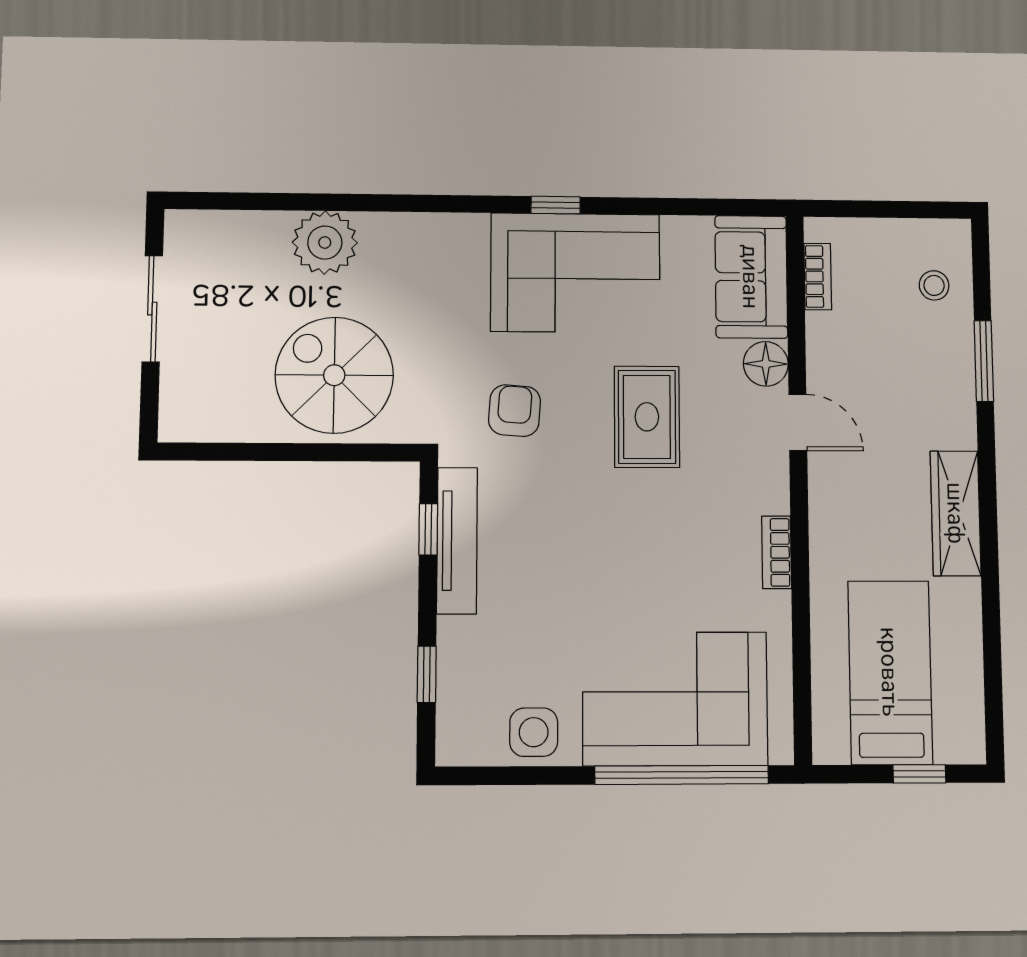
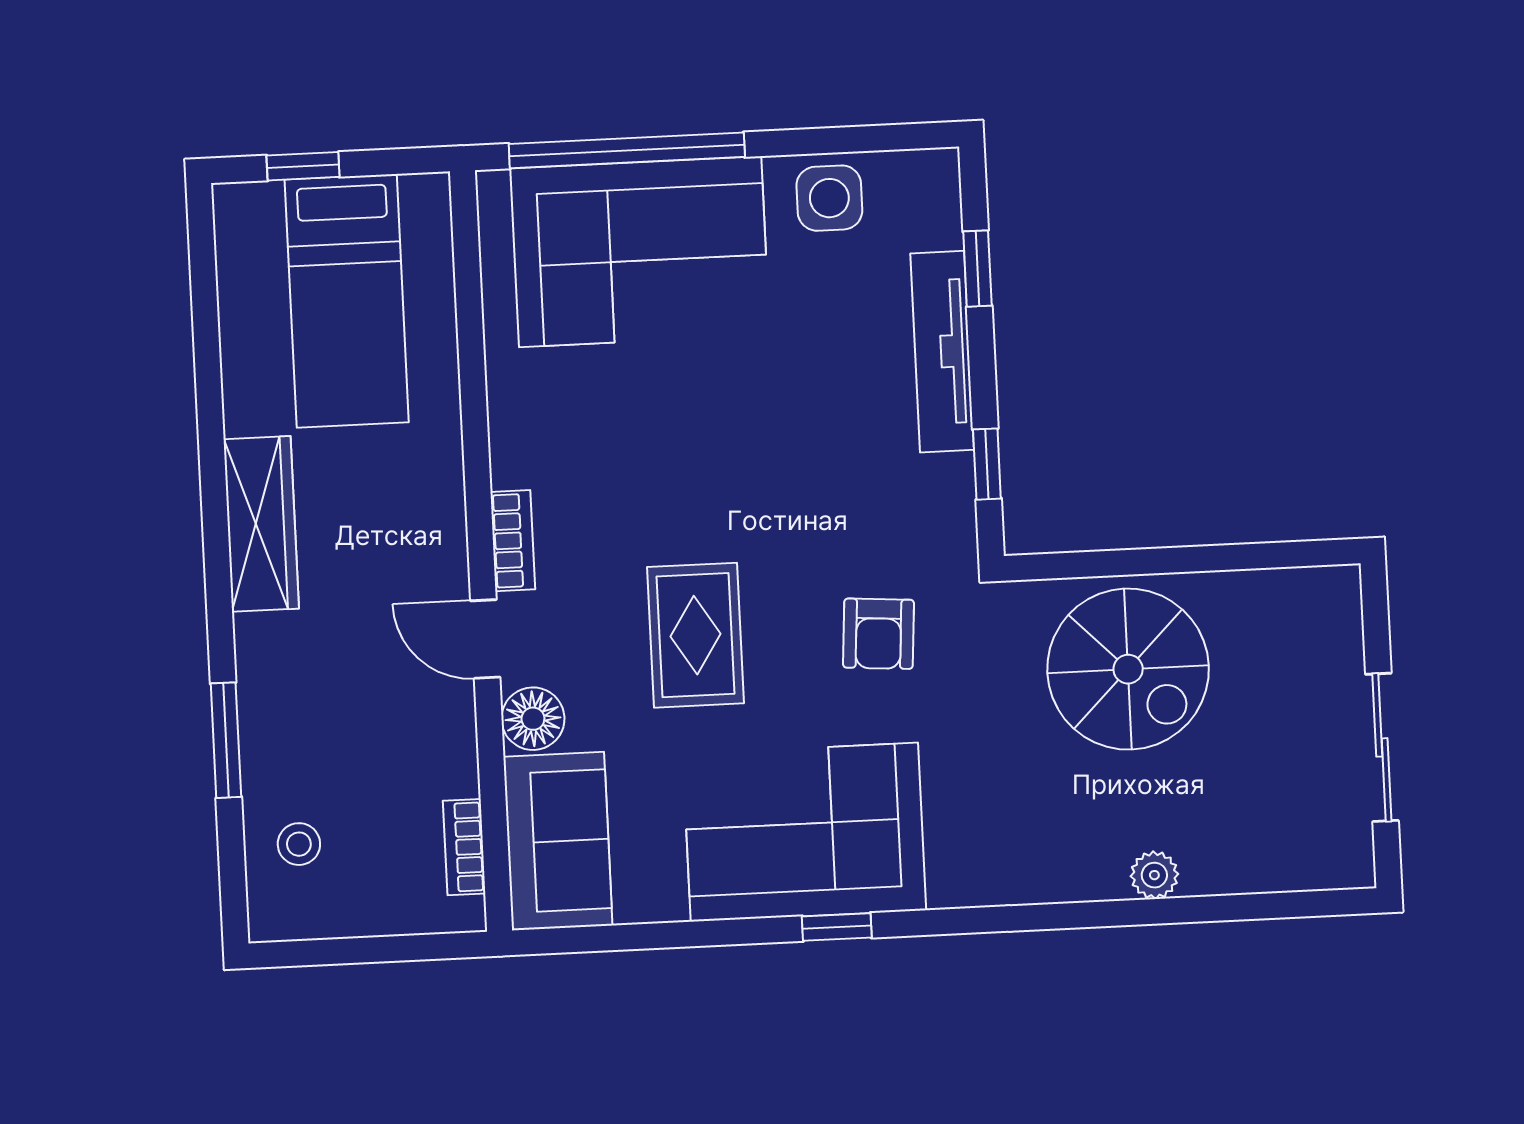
plant: (325, 243) -> (1154, 875), width x0.53, depth x0.53
tv unit: (457, 541) -> (942, 352), moved
bookcase: (777, 552) -> (513, 541), moved

